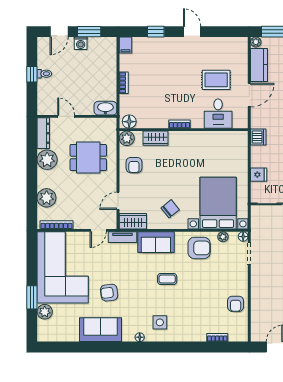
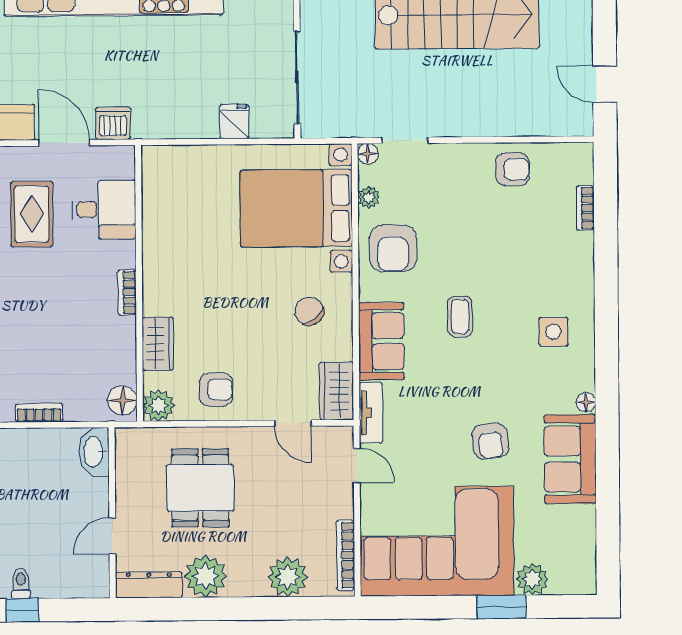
dishwasher: (258, 137) -> (113, 123), moved
armchair: (199, 248) -> (393, 248), turned 180
floor lamp: (140, 337) -> (586, 402), moved

